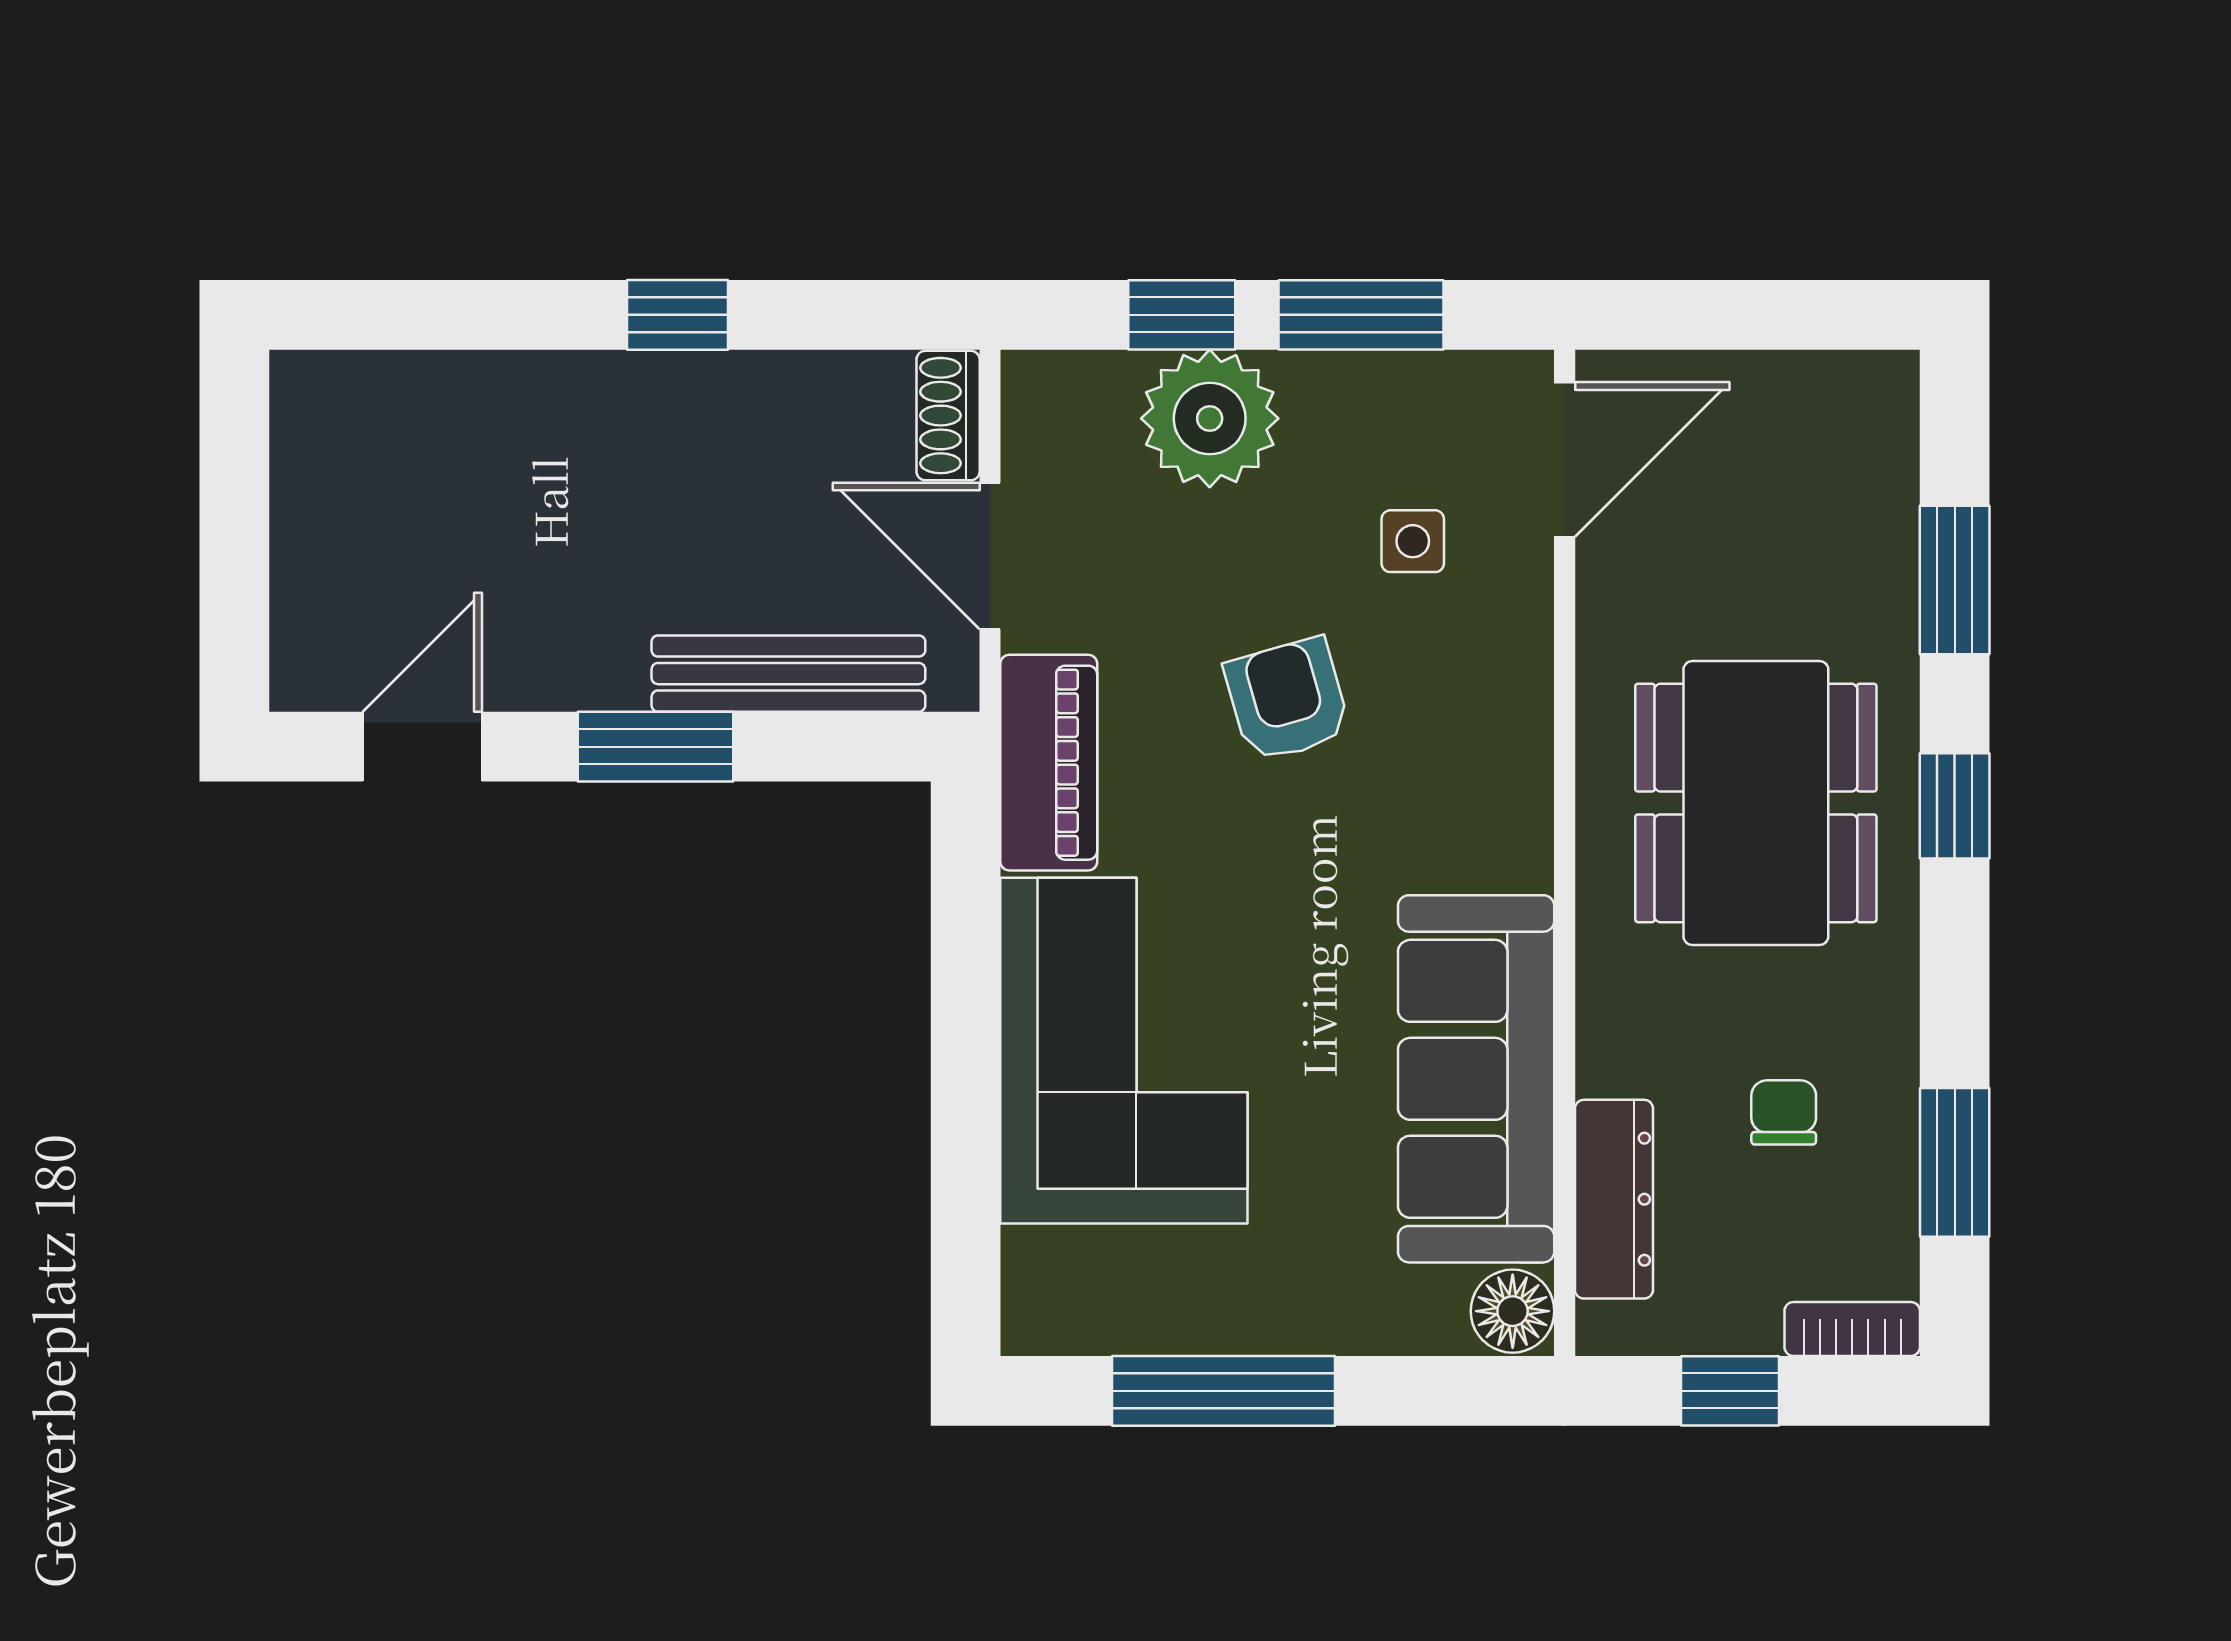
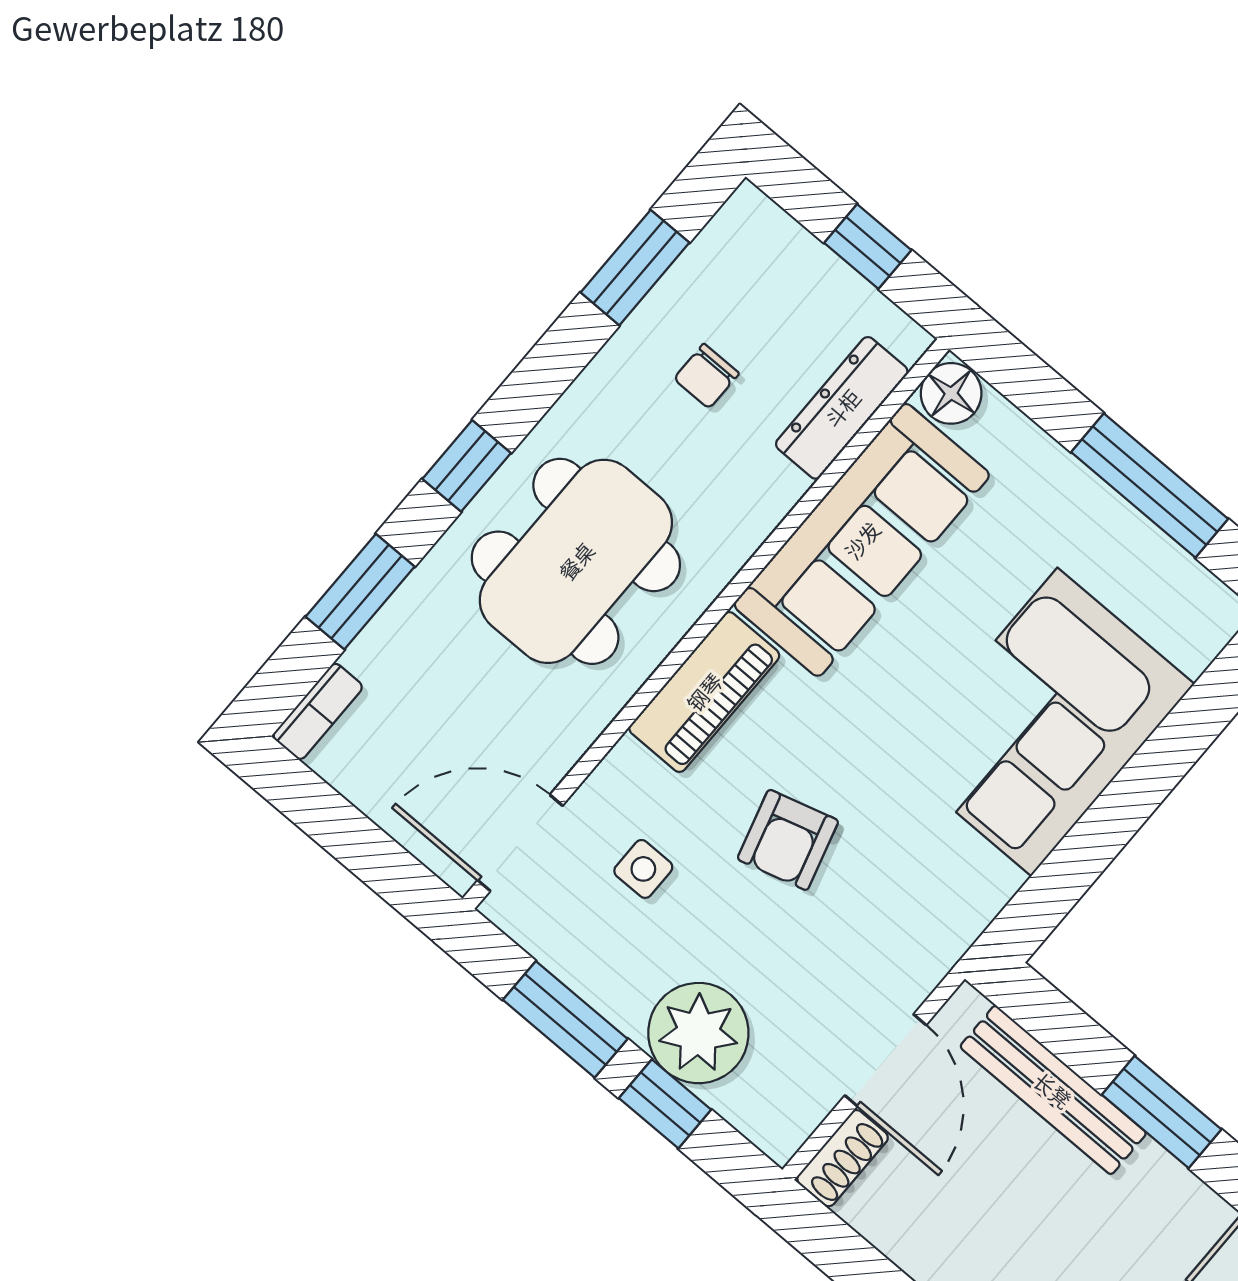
piano: (1049, 763) -> (704, 692), moved, turned 180
bookcase: (1852, 1329) -> (318, 711), moved, turned -90

